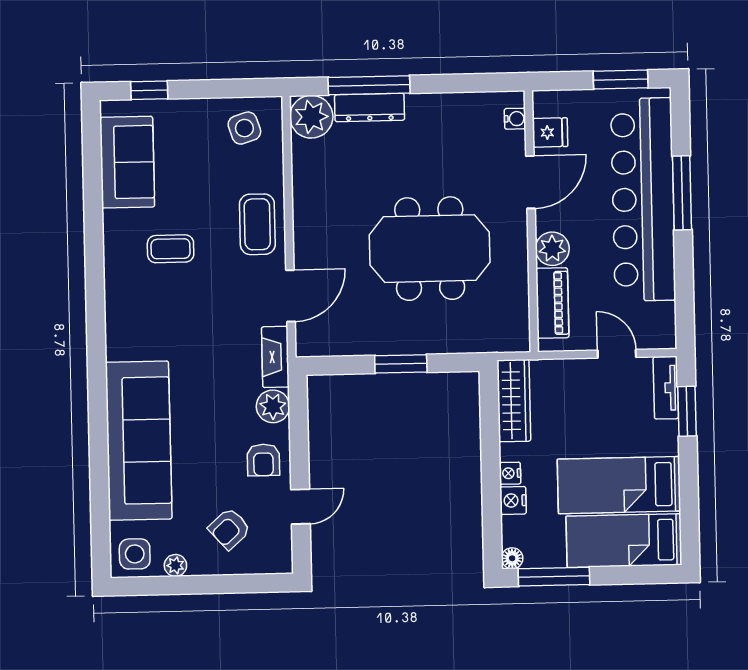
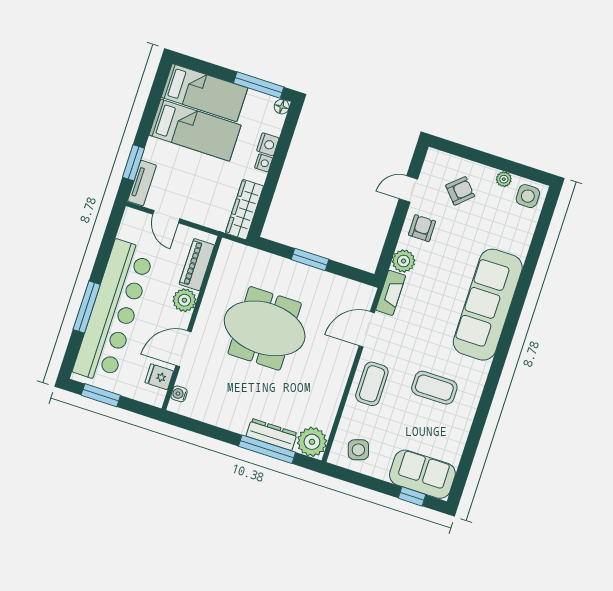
sofa: (127, 162) -> (422, 474), moved, turned 90
coffee table: (171, 249) -> (434, 388), width x1.36, depth x1.30
sofa: (139, 441) -> (488, 305), moved

